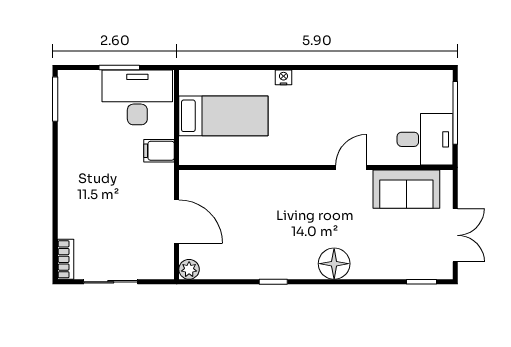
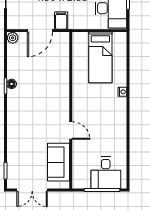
desk: (425, 139) -> (106, 173), moved
filing cabinet: (159, 151) -> (61, 21), moved
floor lamp: (334, 264) -> (12, 84), moved, width x0.53, depth x0.53

